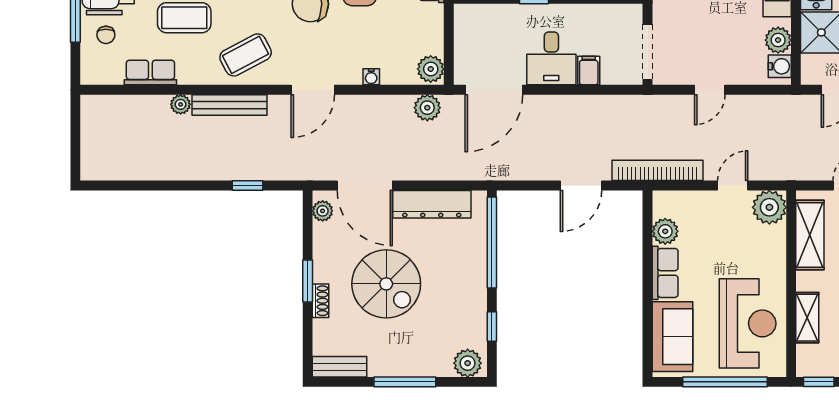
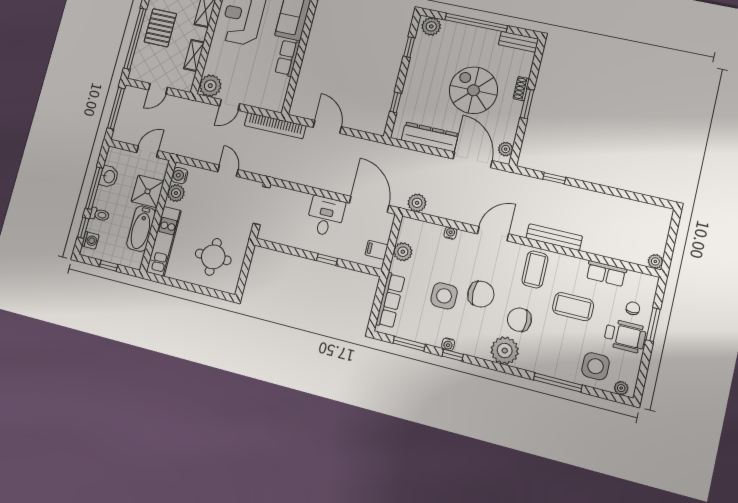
coffee table: (246, 55) -> (535, 269), turned -62
plant: (431, 69) -> (403, 252), moved
filing cabinet: (589, 71) -> (376, 250), moved, turned 90
door: (494, 90) -> (369, 204), hinge flipped
door: (710, 90) -> (228, 171), hinge flipped
plant: (181, 104) -> (655, 261), moved
door: (581, 186) -> (327, 127), hinge flipped
plant: (665, 231) -> (280, 85), removed
shelving: (810, 235) -> (194, 55), width x0.67, depth x0.75
window: (492, 243) -> (396, 102), width x0.32
window: (405, 382) -> (476, 23), width x1.46

